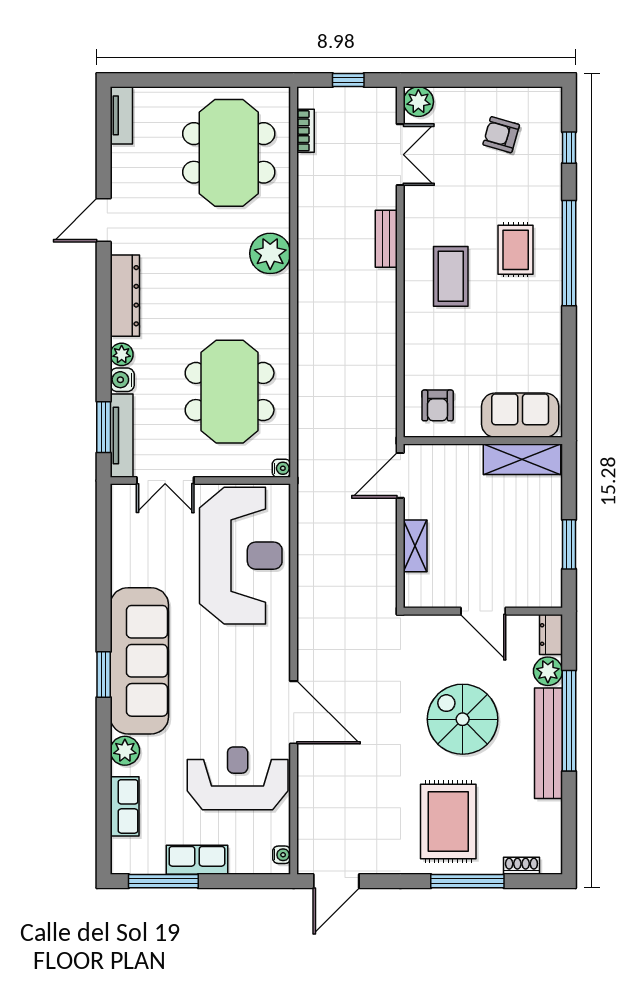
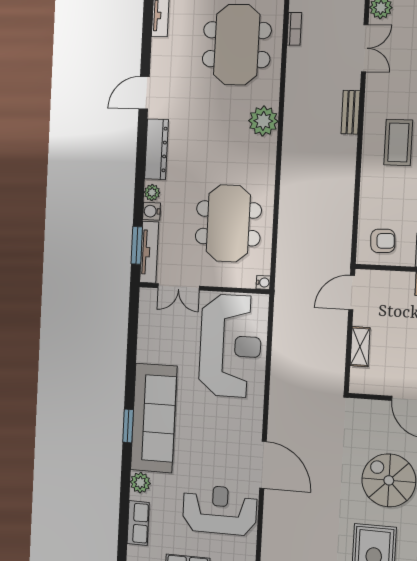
armchair: (438, 405) -> (383, 241), turned -93

